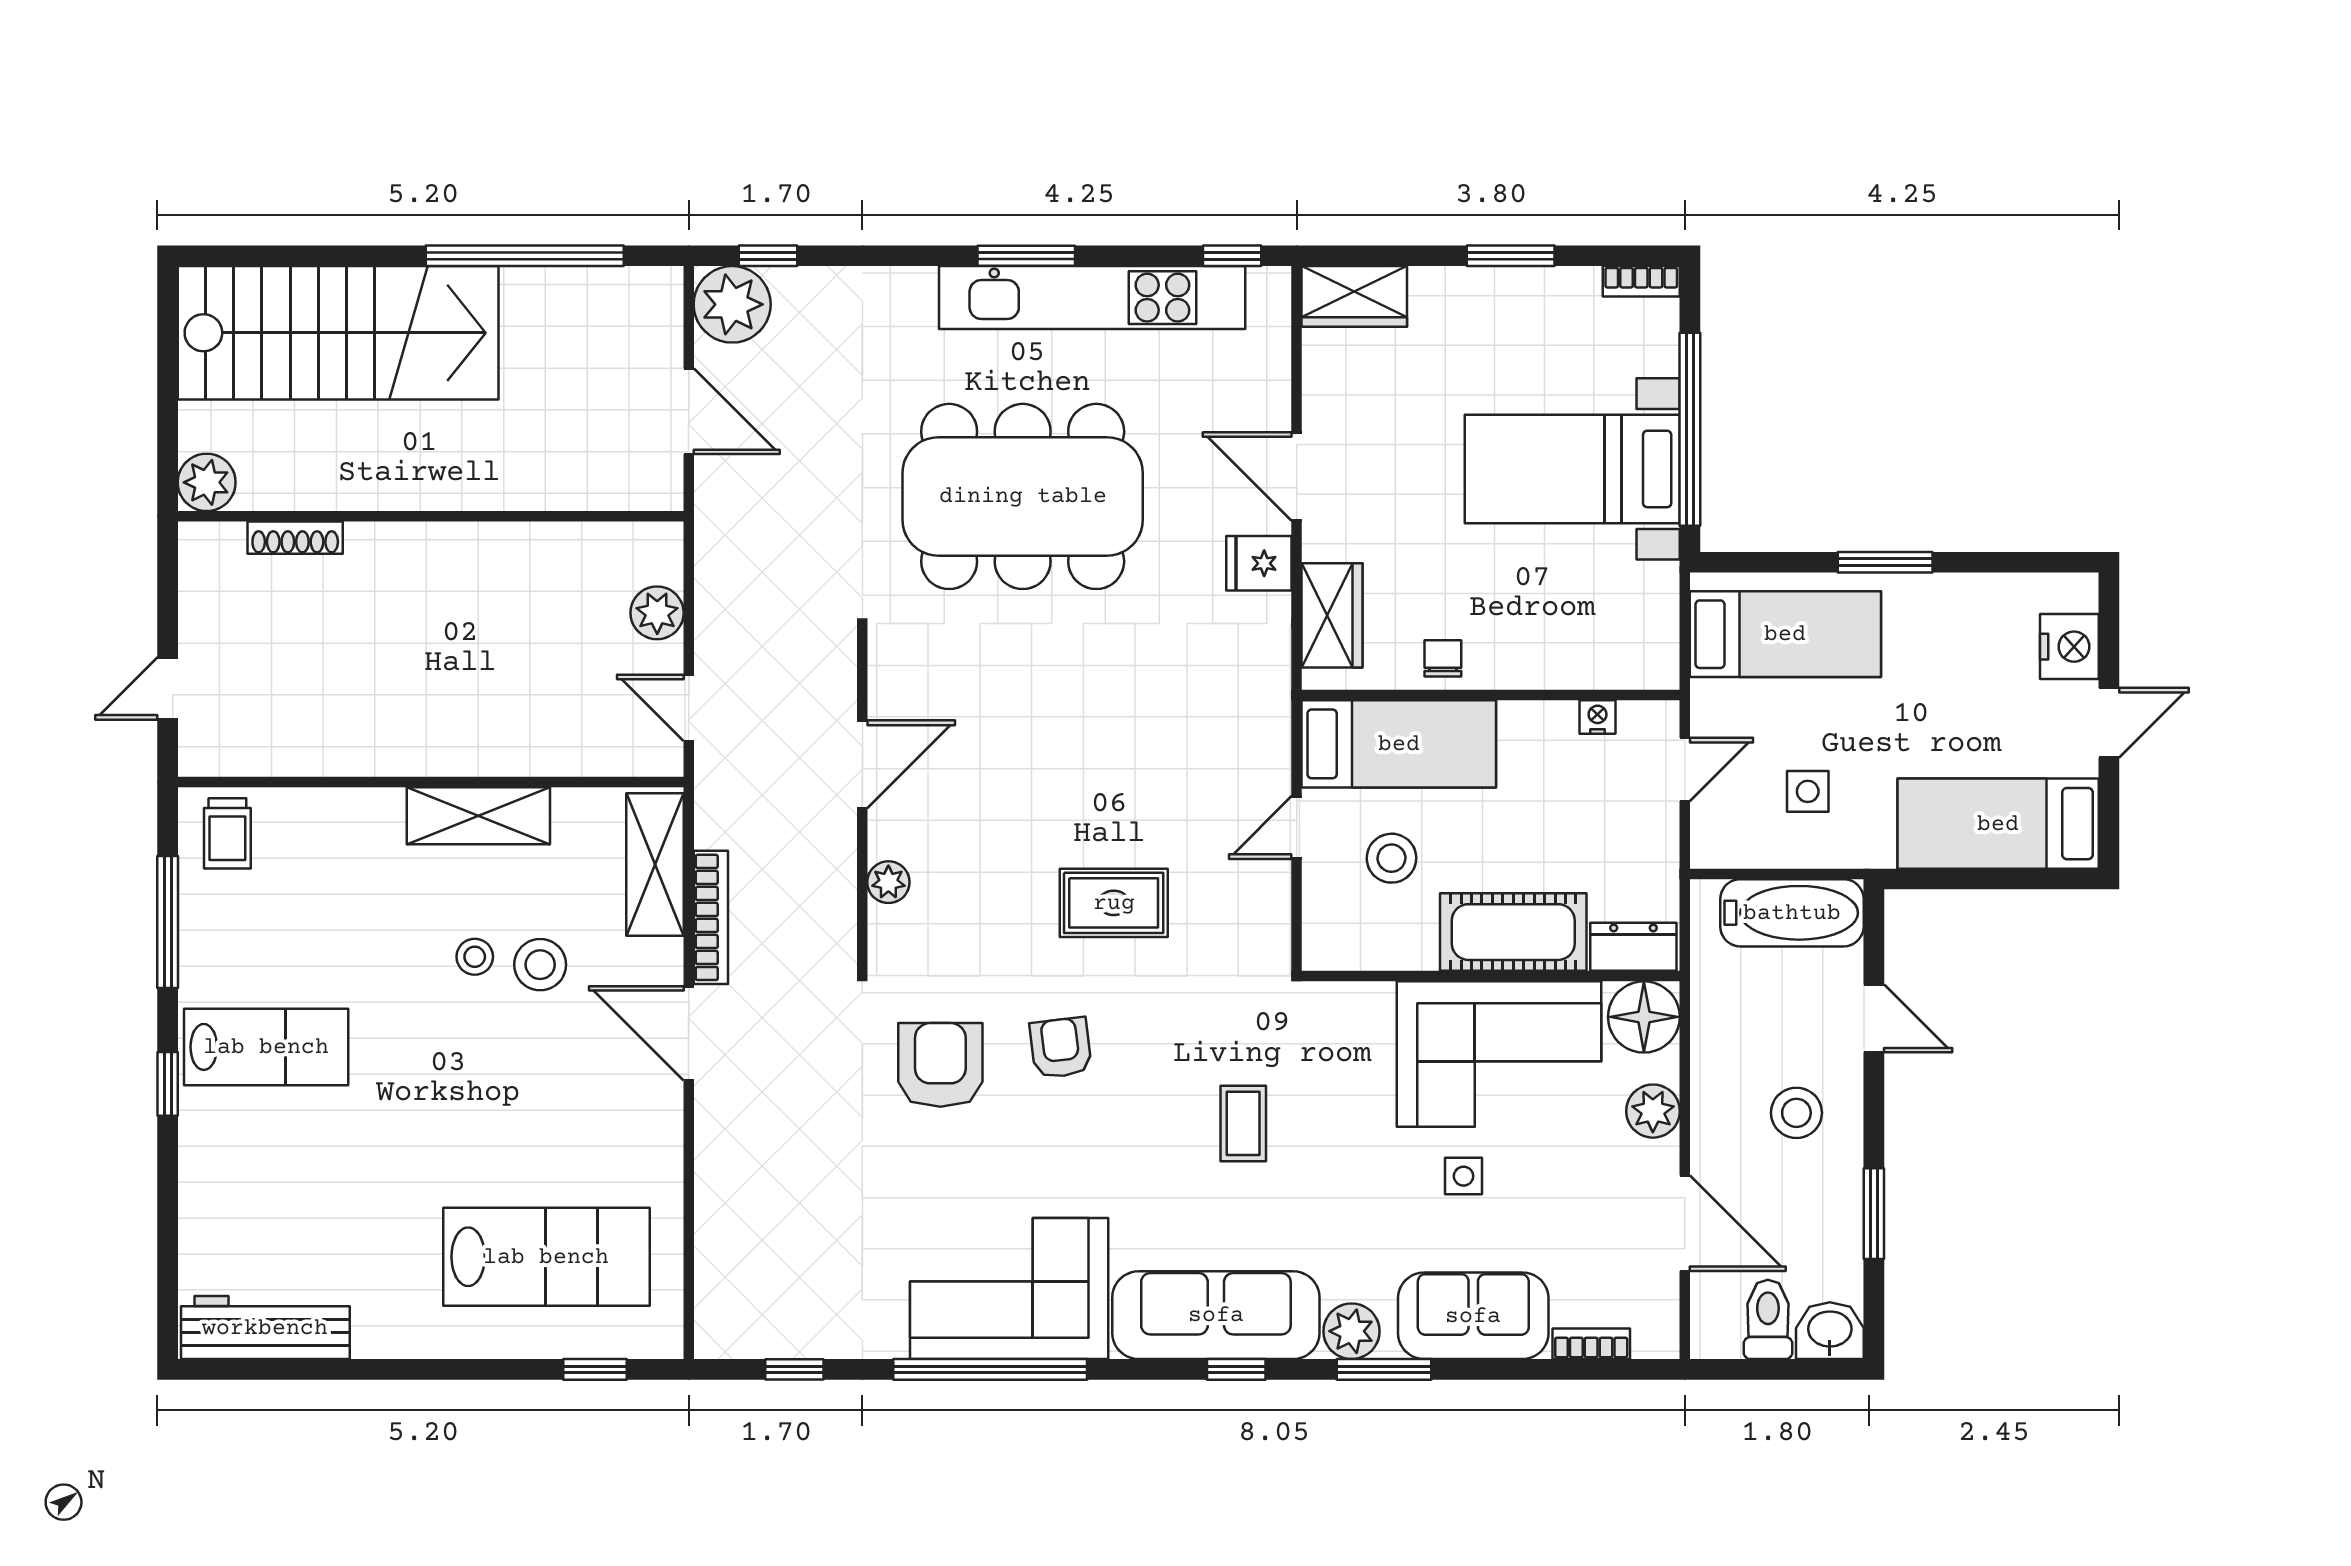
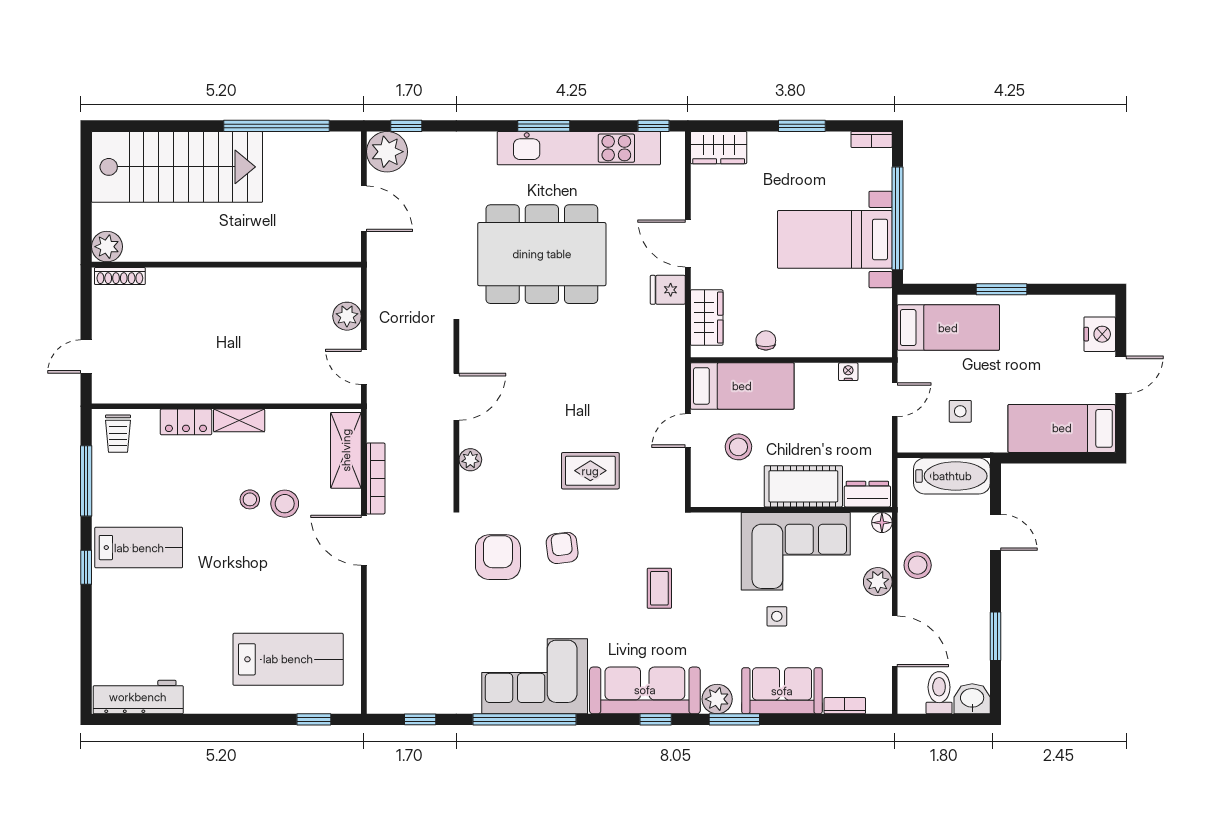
shoe rack: (295, 538) -> (120, 276), moved
locker: (355, 811) -> (186, 422), added
shelving: (478, 816) -> (239, 420), width x0.67, depth x0.75
floor lamp: (1644, 1017) -> (882, 523), width x0.53, depth x0.53
stool: (1796, 1113) -> (918, 565), moved

